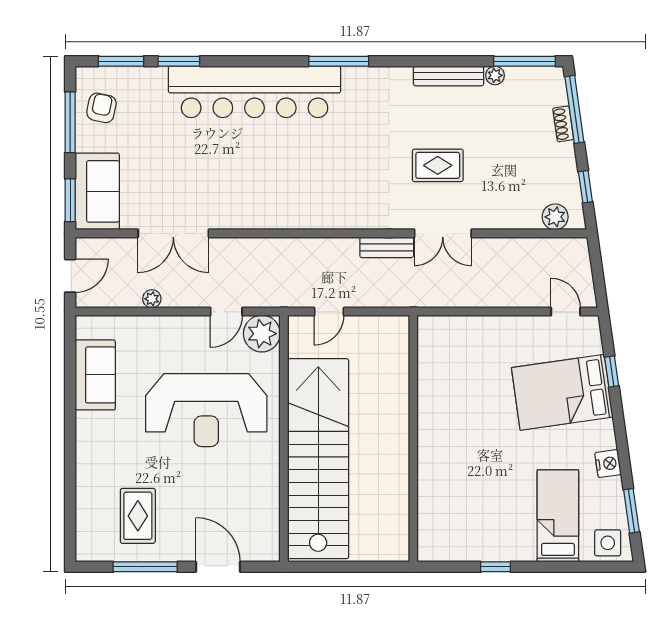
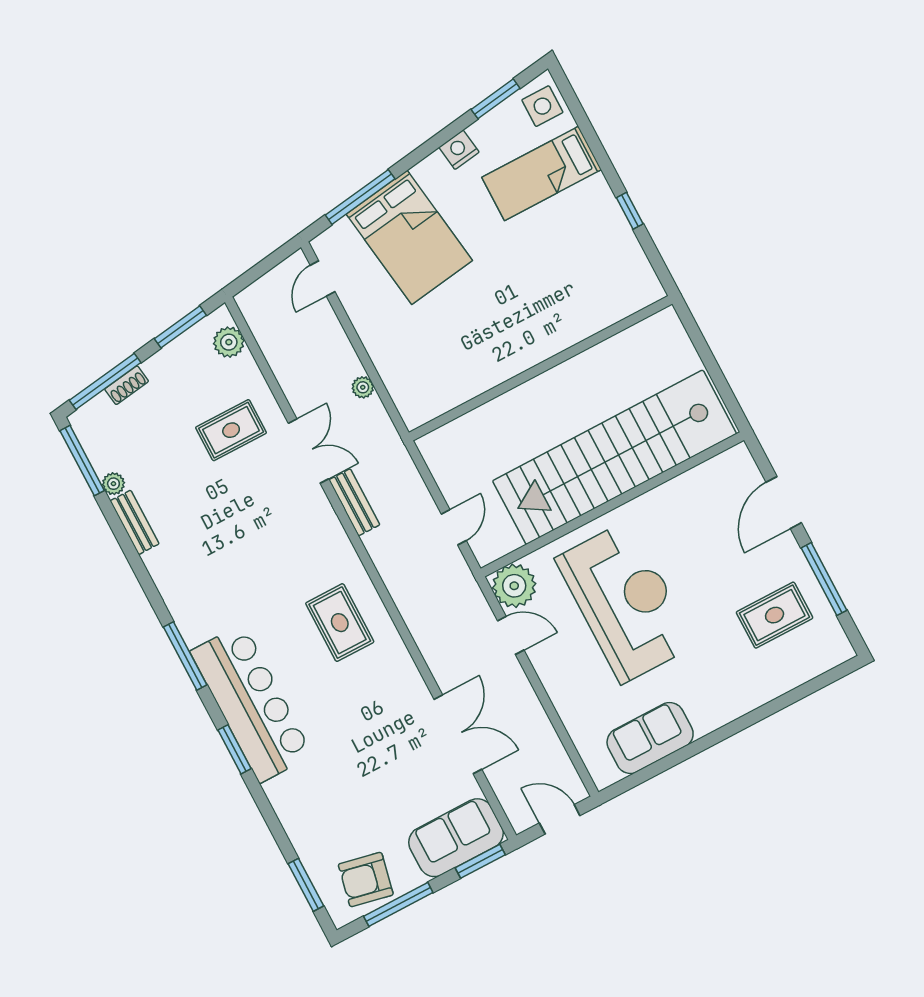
window: (179, 61) -> (234, 749), moved
bench: (449, 76) -> (135, 522), width x0.73
bar counter: (255, 92) -> (251, 703), width x0.73
armchair: (101, 108) -> (366, 880), width x1.38, depth x1.38
rug: (438, 165) -> (231, 430), moved, turned 90
window: (585, 187) -> (180, 327), width x1.50
rug: (303, 189) -> (340, 623), added
plant: (152, 299) -> (363, 387), moved
door: (329, 312) -> (454, 527), hinge flipped
window: (612, 371) -> (360, 197), width x2.17

